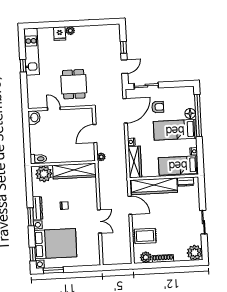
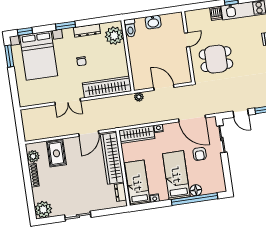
dishwasher: (32, 81) -> (216, 13), added
washbasin: (34, 118) -> (153, 22), moved
wardrobe: (74, 171) -> (107, 87), moved, turned 90
dresser: (37, 208) -> (87, 30), moved

